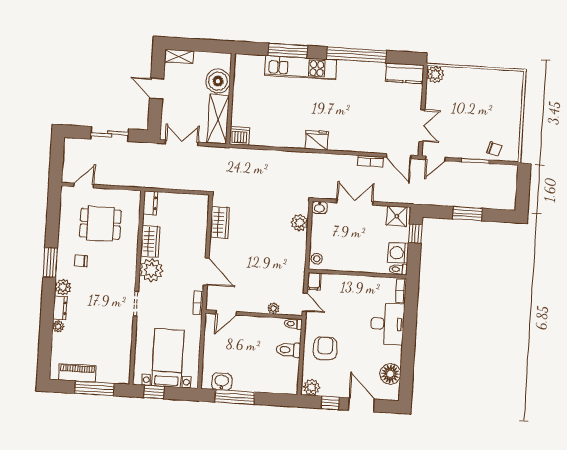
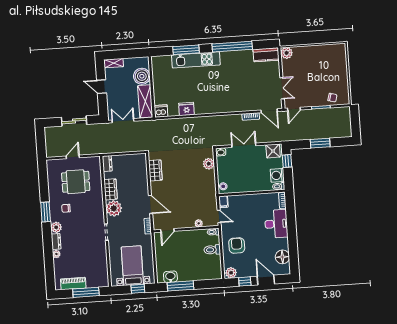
fridge: (317, 140) -> (186, 109), moved
door: (84, 186) -> (73, 157), moved
window: (154, 392) -> (138, 289), moved

